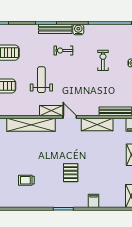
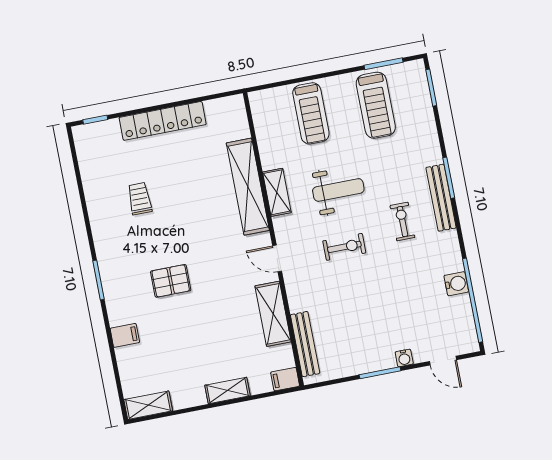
water cooler: (78, 30) -> (456, 284), moved
exercise bike: (103, 60) -> (344, 247), moved
shelving: (51, 111) -> (277, 192), moved
door: (70, 117) -> (277, 258), swing flipped

